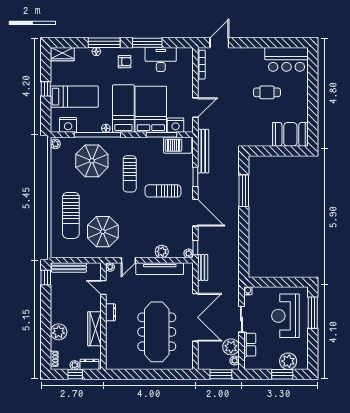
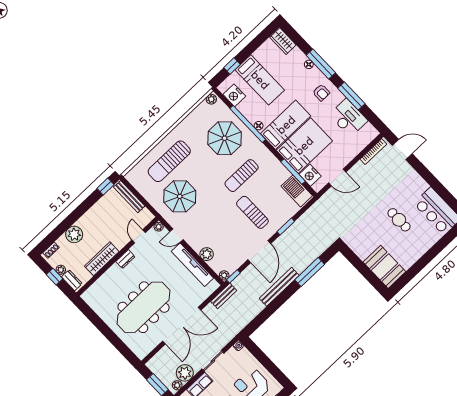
window: (46, 89) -> (232, 66), moved
bench: (203, 151) -> (279, 287), moved

